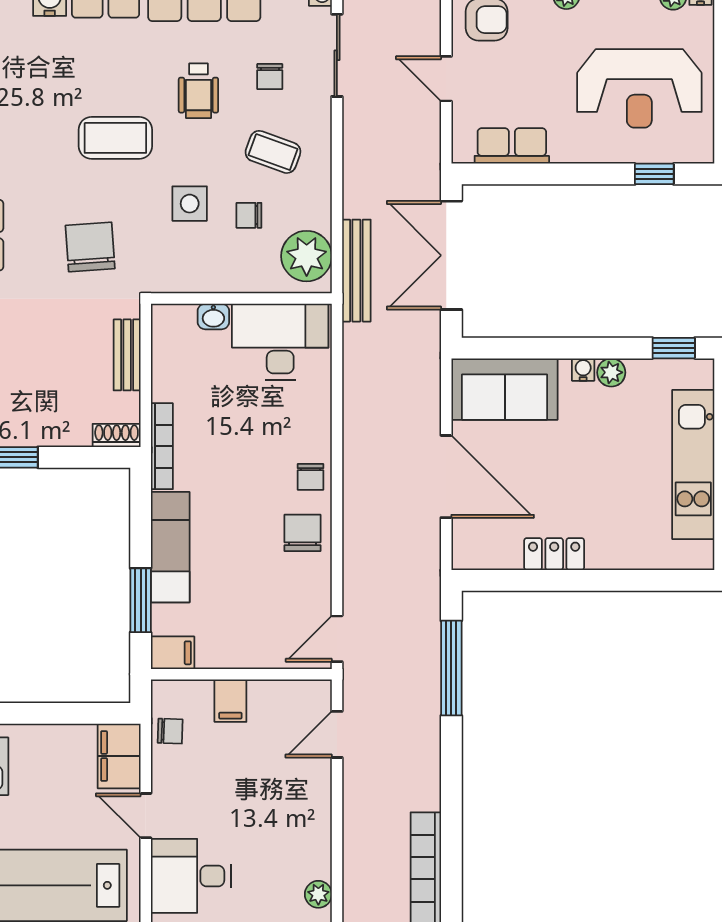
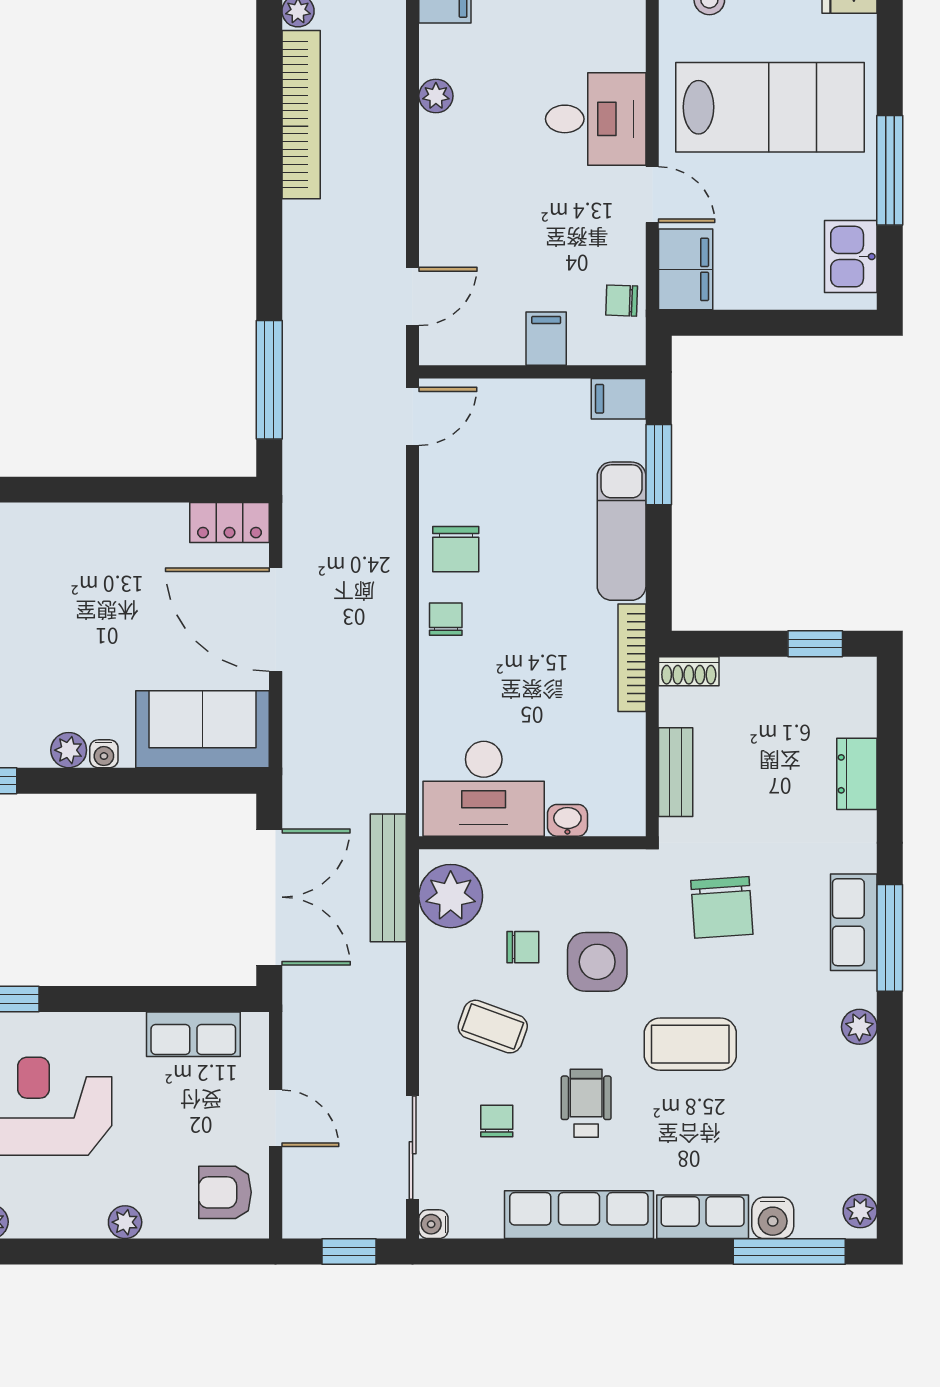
side table: (190, 204) -> (597, 962), width x1.37, depth x1.37
locker: (554, 554) -> (229, 523), moved

